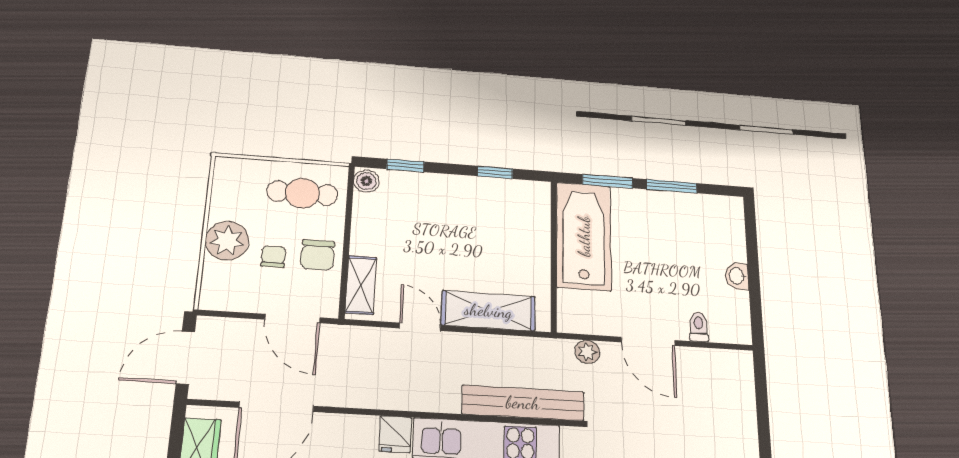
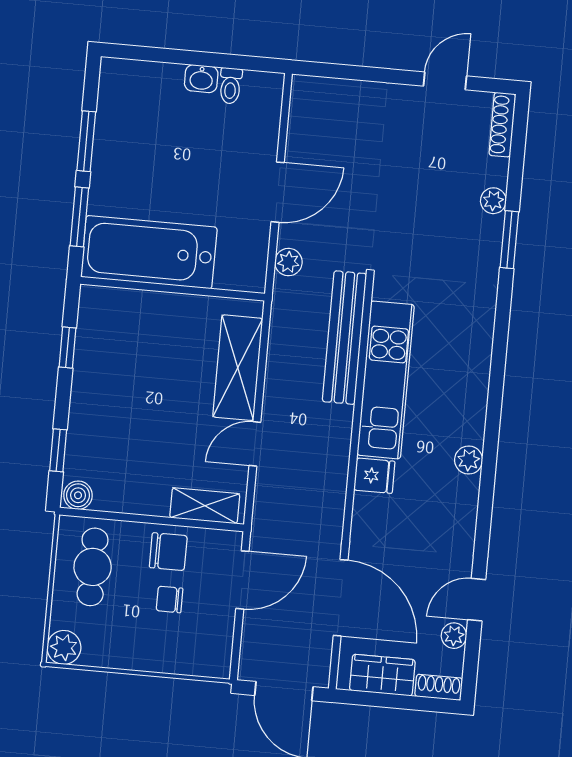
plant: (227, 241) -> (64, 647), moved, width x0.73, depth x0.73
toilet: (699, 327) -> (230, 86), moved, turned -90

